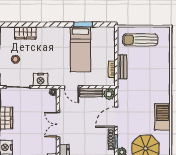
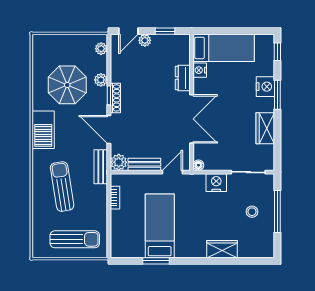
wardrobe: (25, 33) -> (222, 249), moved
bench: (122, 67) -> (101, 167), moved
sun lounger: (149, 77) -> (62, 186), added
door: (71, 87) -> (172, 172), hinge flipped
door: (116, 117) -> (109, 130), swing flipped
double door: (58, 125) -> (192, 119), width x1.37

